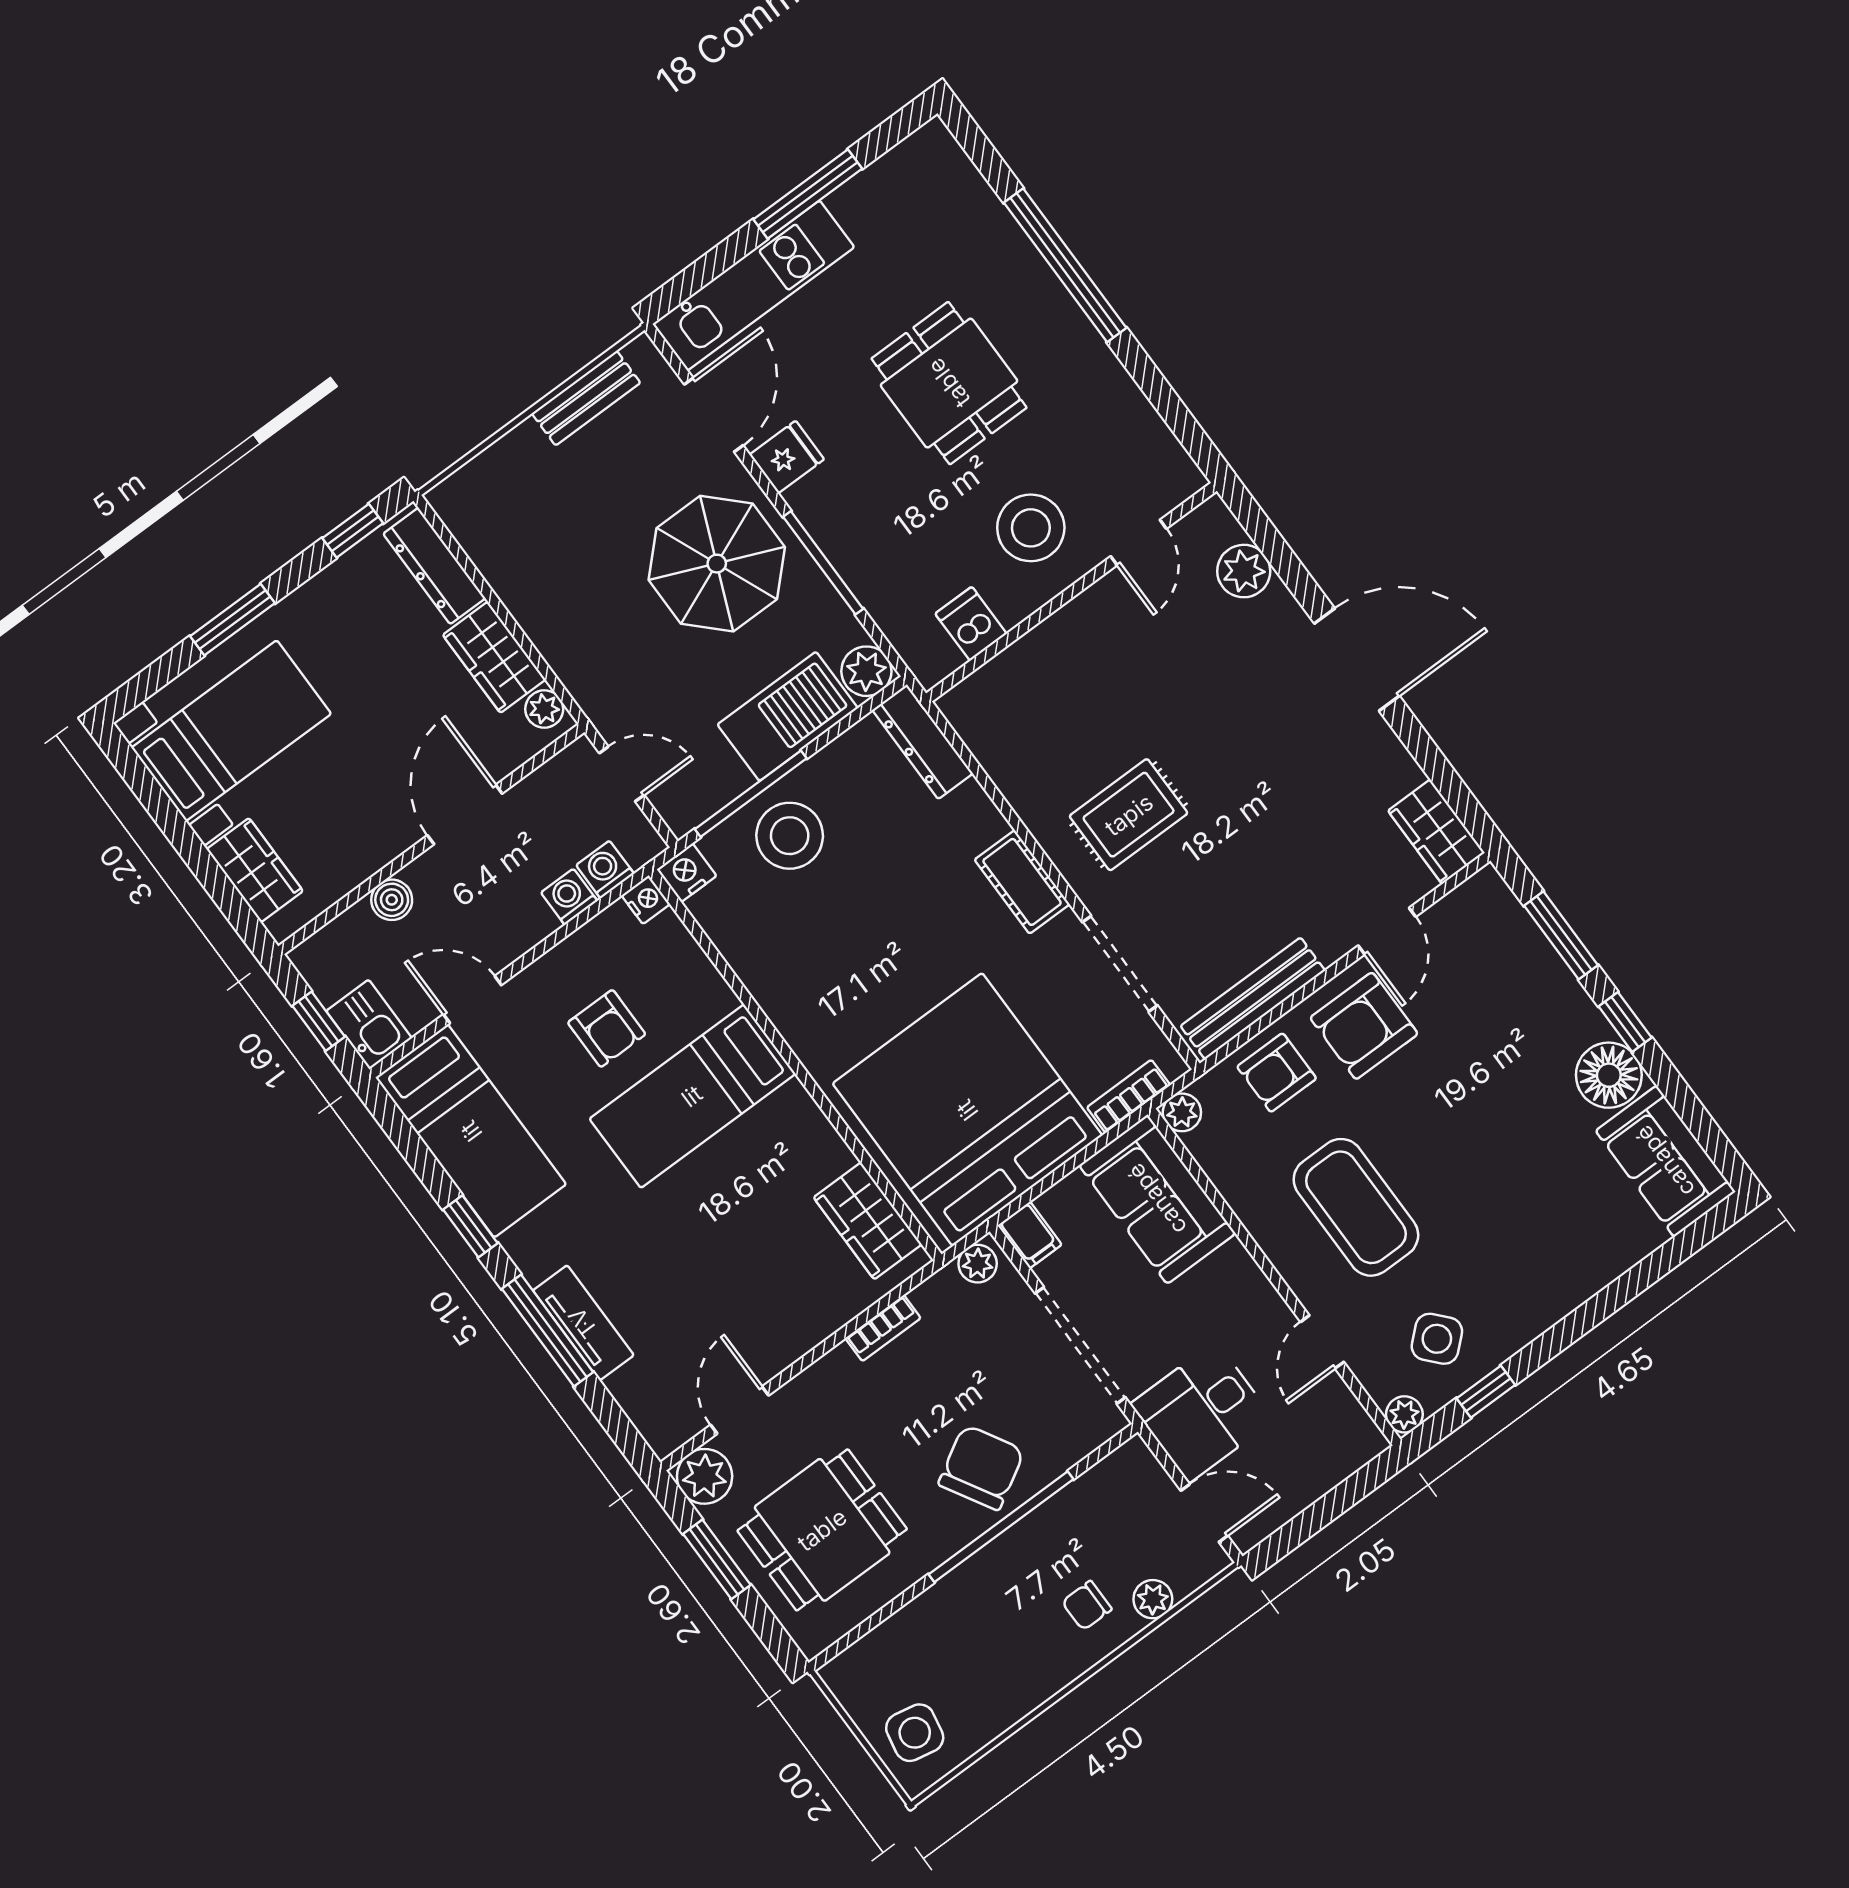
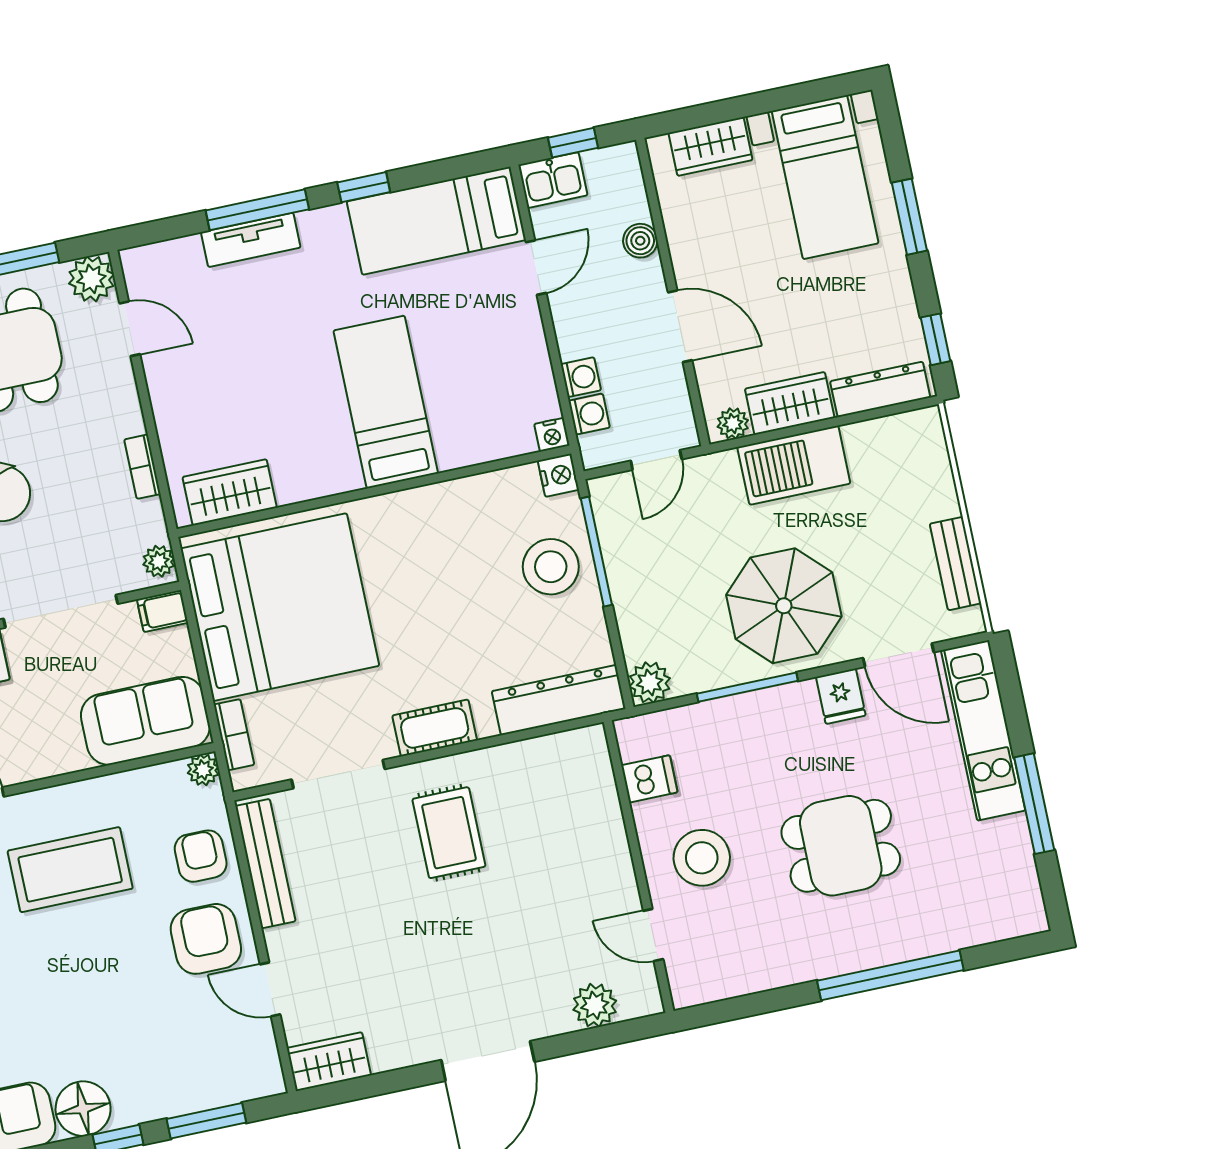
barbecue: (788, 716) -> (794, 465), moved, turned 90
dresser: (923, 742) -> (559, 700), width x1.37, depth x1.24
armchair: (607, 1028) -> (467, 360), removed

